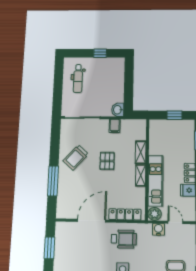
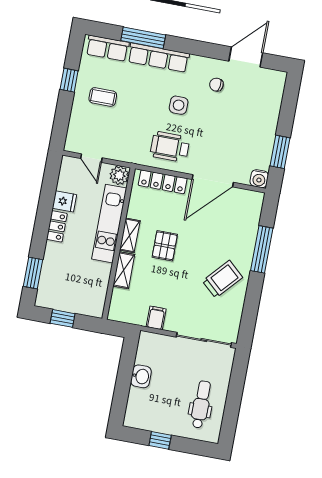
washbasin: (118, 110) -> (141, 376), moved
pallet: (107, 161) -> (165, 246), moved
water cooler: (158, 229) -> (259, 179), moved

